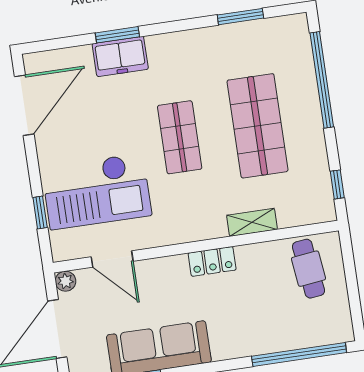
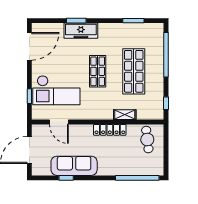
freezer: (120, 56) -> (81, 31), width x1.40
locker: (212, 261) -> (110, 130), width x1.53
plant: (66, 281) -> (36, 129), removed

